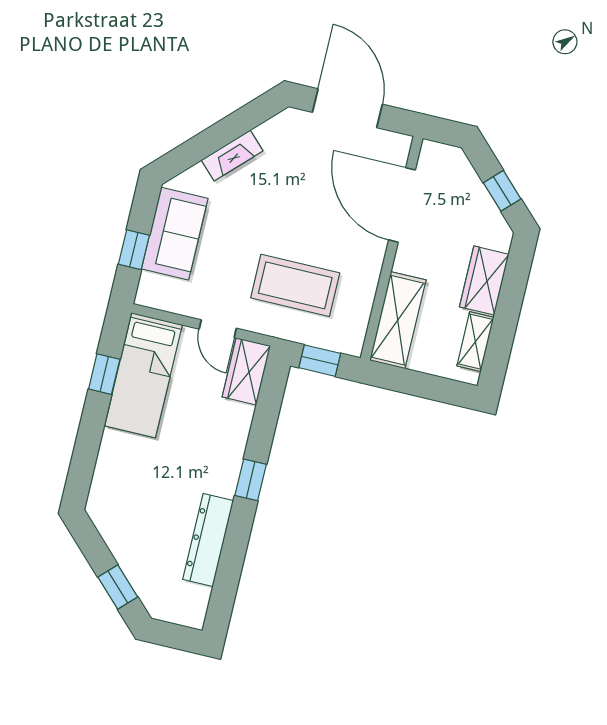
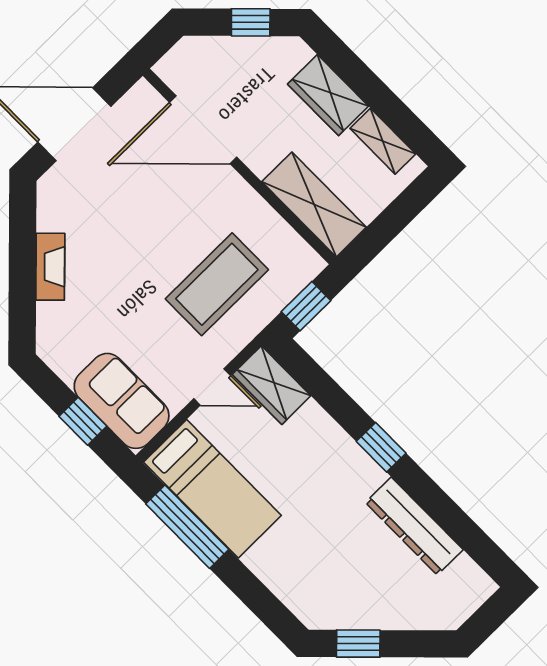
sofa: (175, 234) -> (122, 401), moved
window: (104, 374) -> (187, 527), width x2.17
window: (118, 587) -> (358, 644), moved

